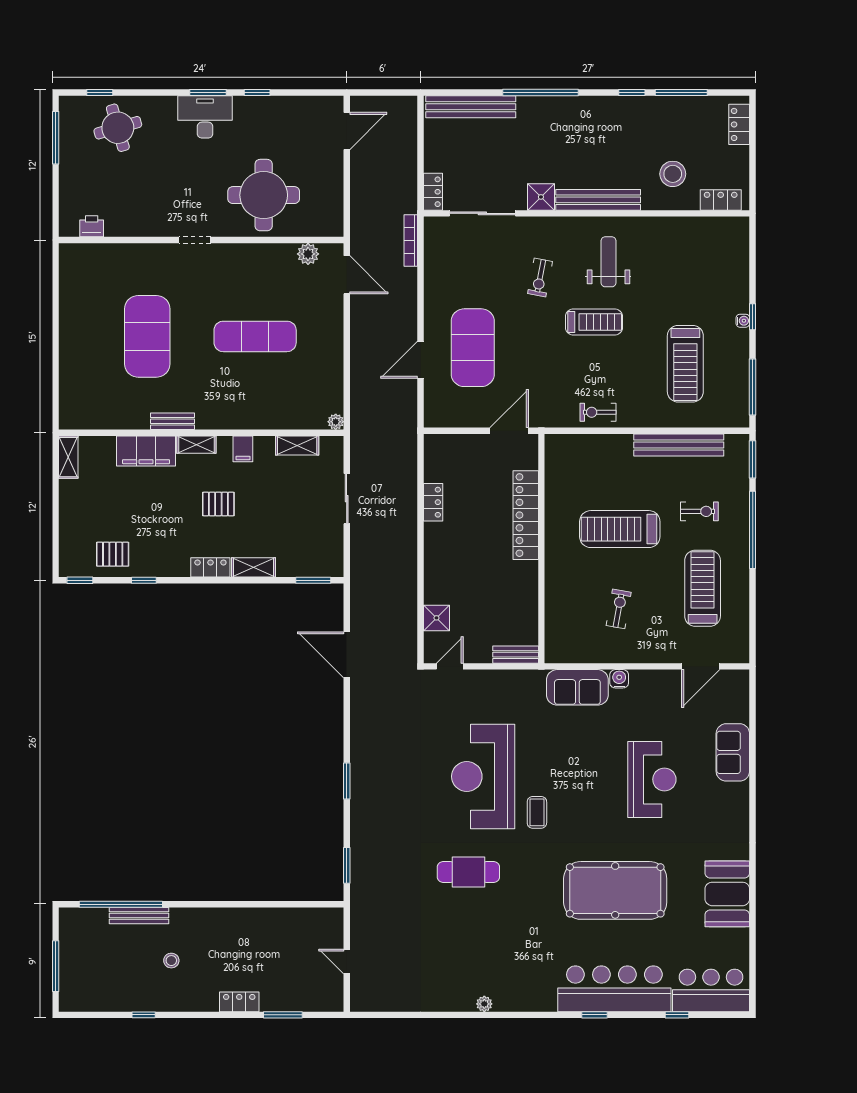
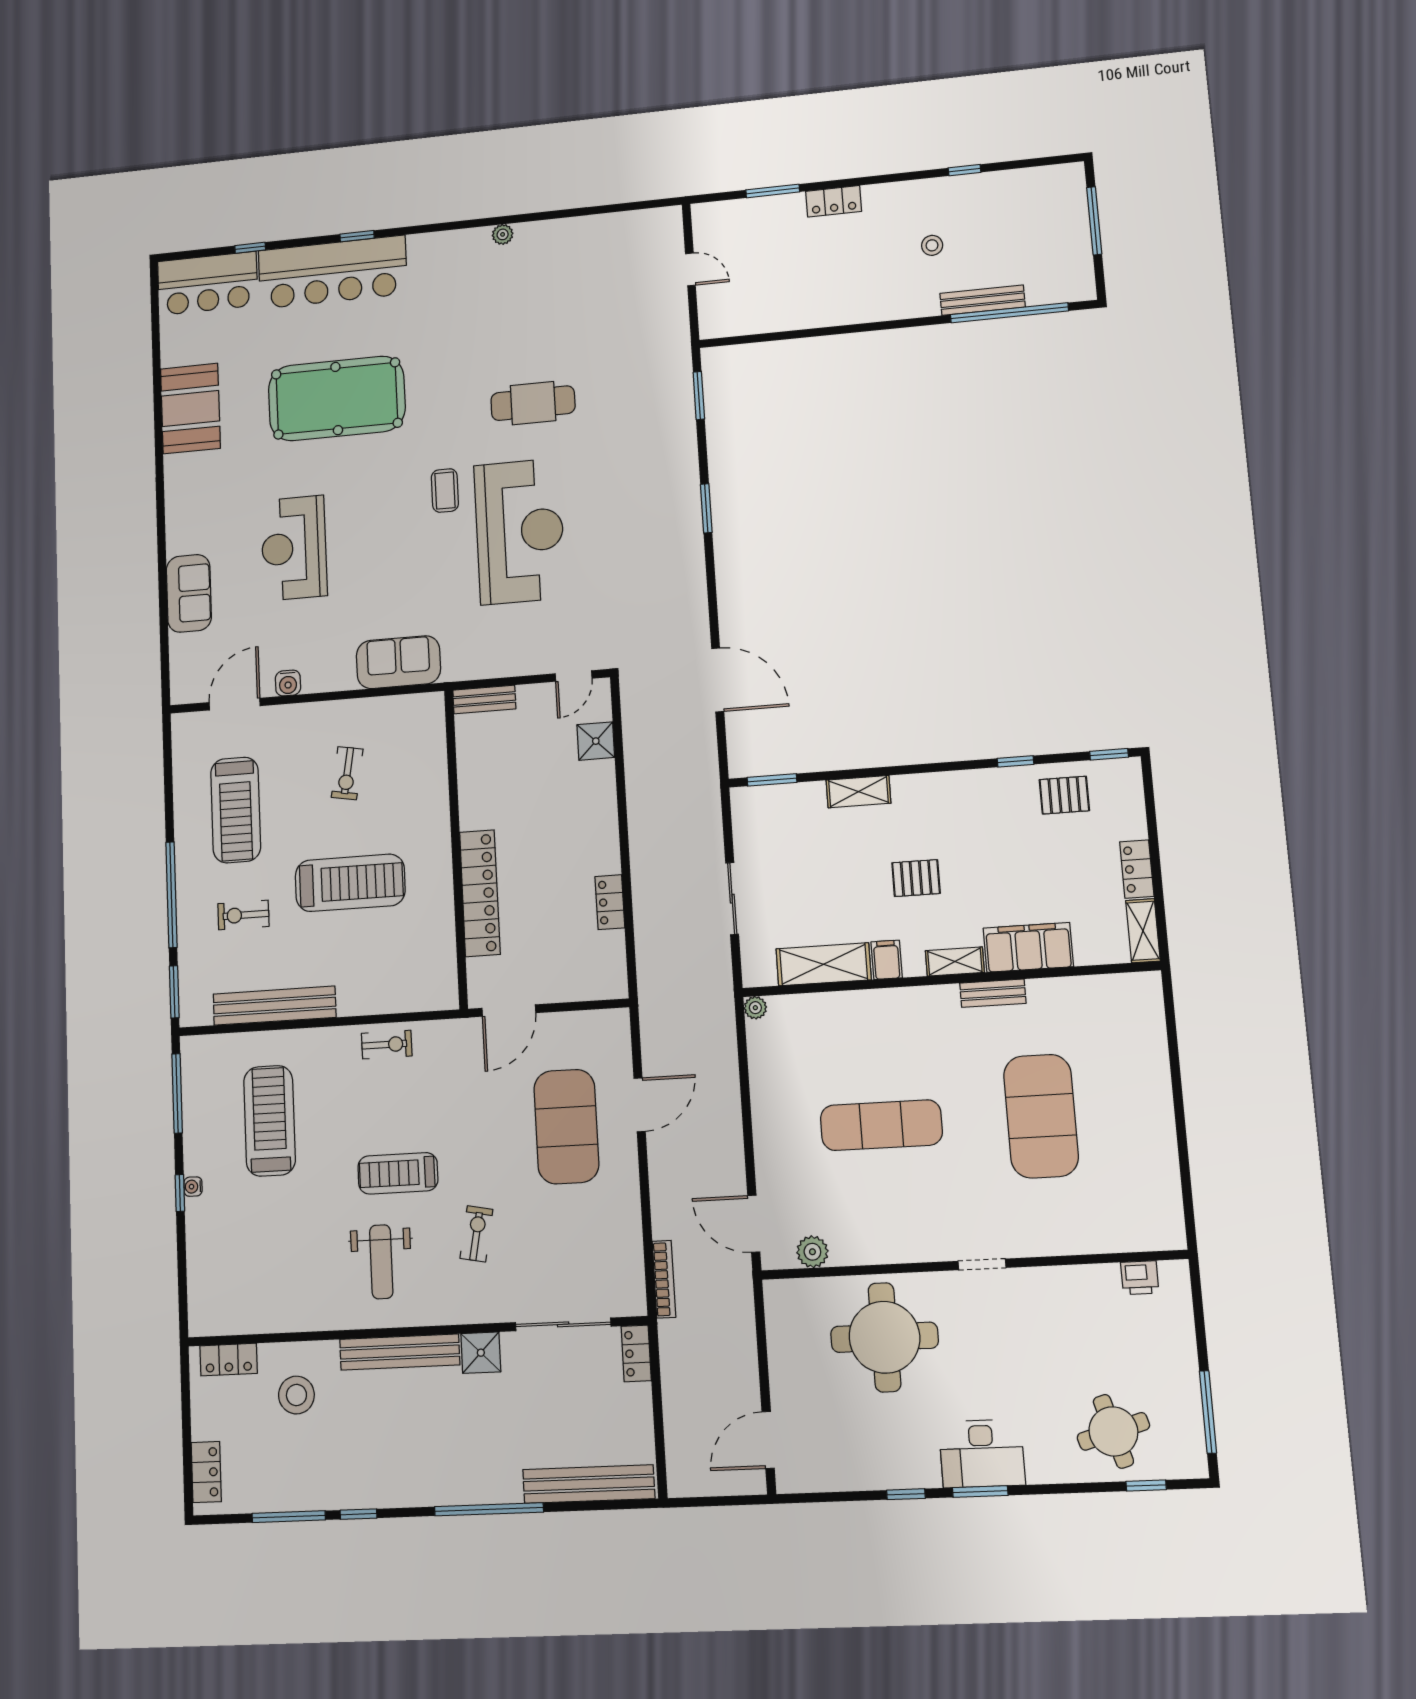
shelving: (297, 445) -> (824, 964), width x1.50, depth x1.33
locker: (210, 567) -> (1137, 869), moved, turned 90
water cooler: (619, 679) -> (288, 683), moved

